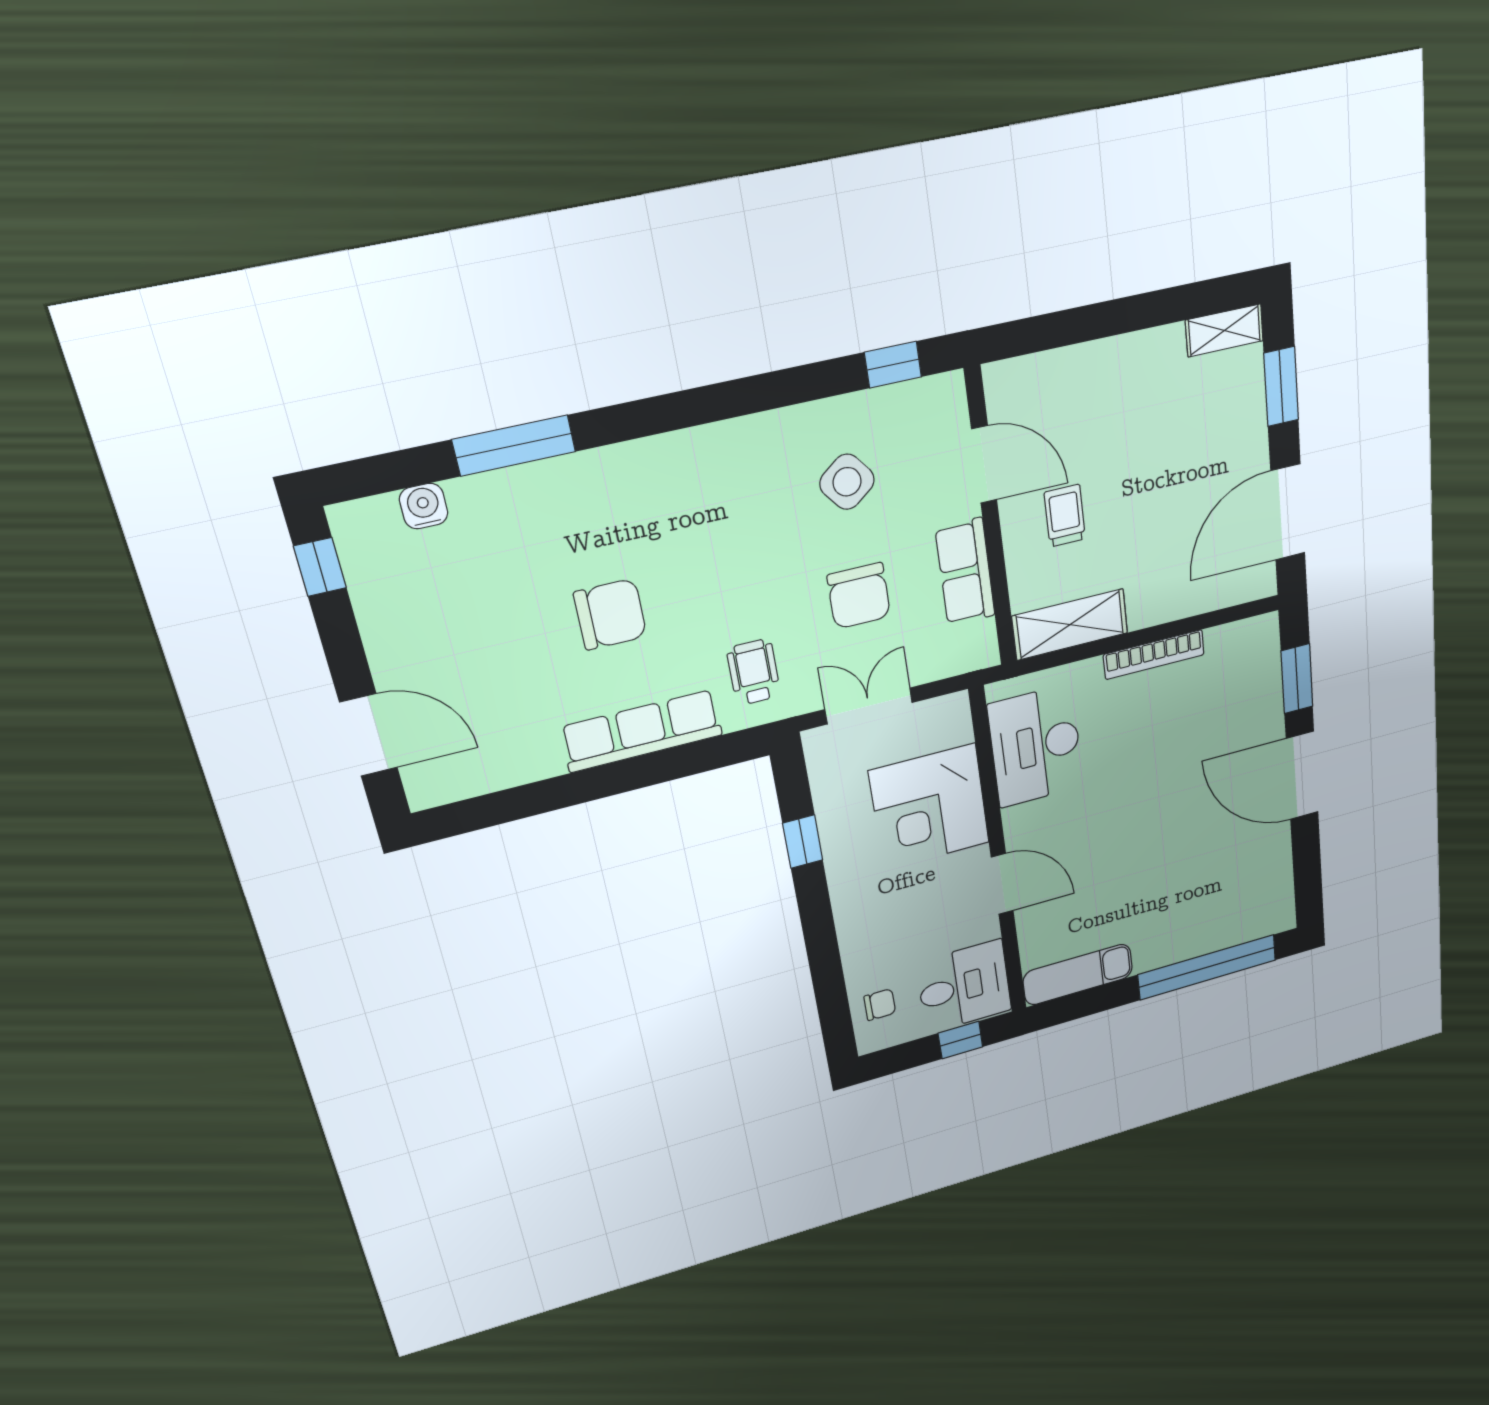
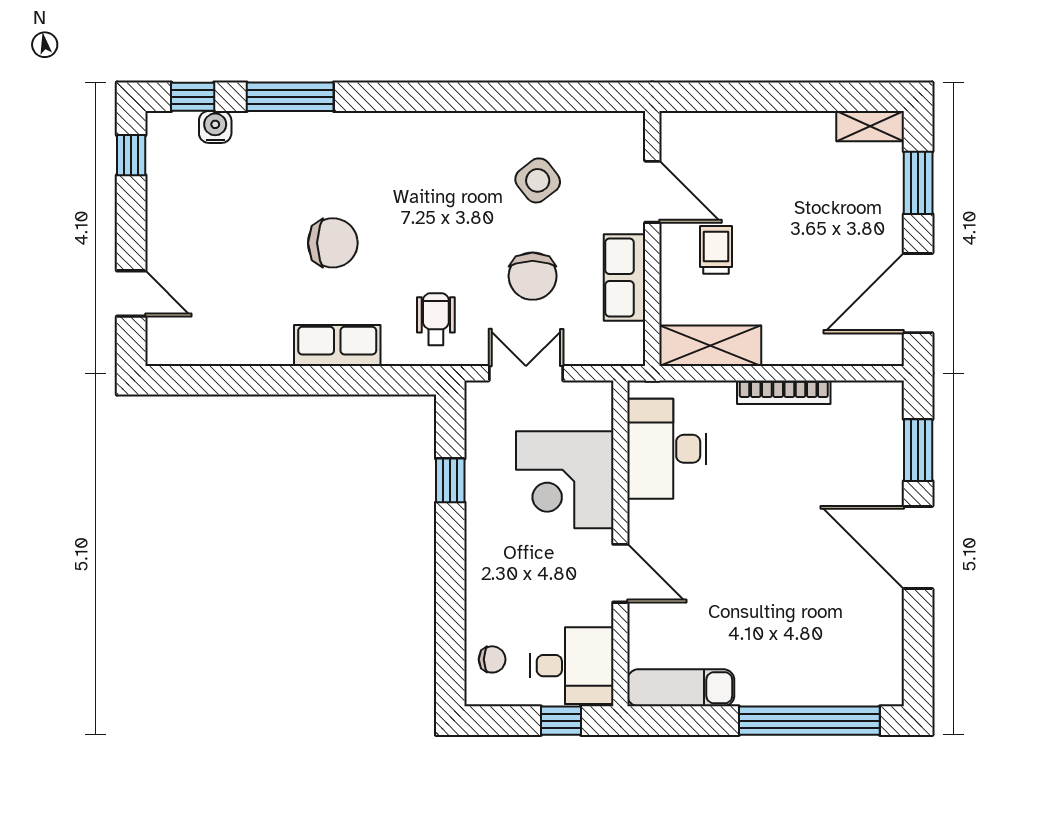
window: (893, 365) -> (193, 97), moved
row of seats: (642, 731) -> (337, 346), width x0.68
door: (369, 735) -> (131, 294), width x0.73

